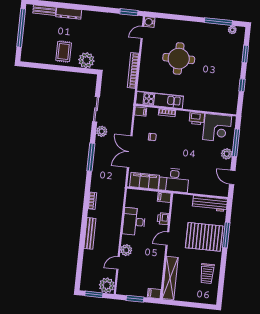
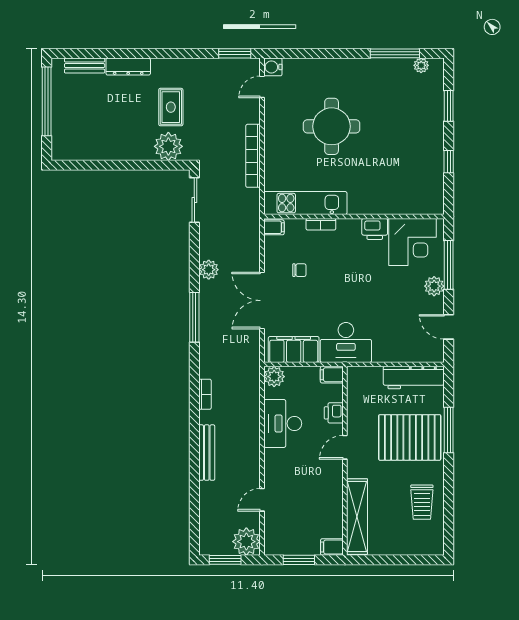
rug: (64, 52) -> (171, 107), moved
sliding door: (96, 109) -> (194, 200), moved
plant: (126, 250) -> (274, 377), moved

